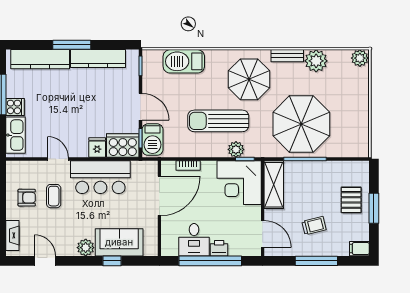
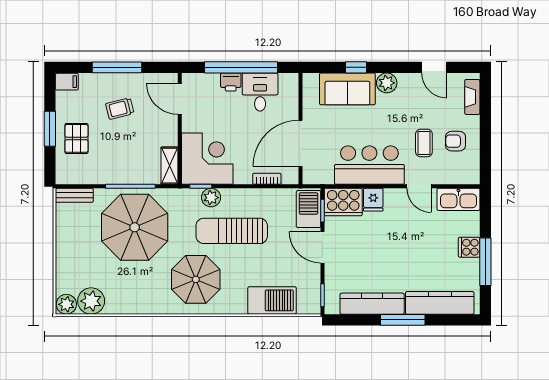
bench: (287, 56) -> (74, 195), moved
plant: (316, 61) -> (91, 301), moved
sun lounger: (218, 121) -> (232, 231), turned 180
kitchen sink: (16, 135) -> (458, 199), moved, turned -90
shelving: (274, 185) -> (170, 166), width x0.67, depth x0.75

